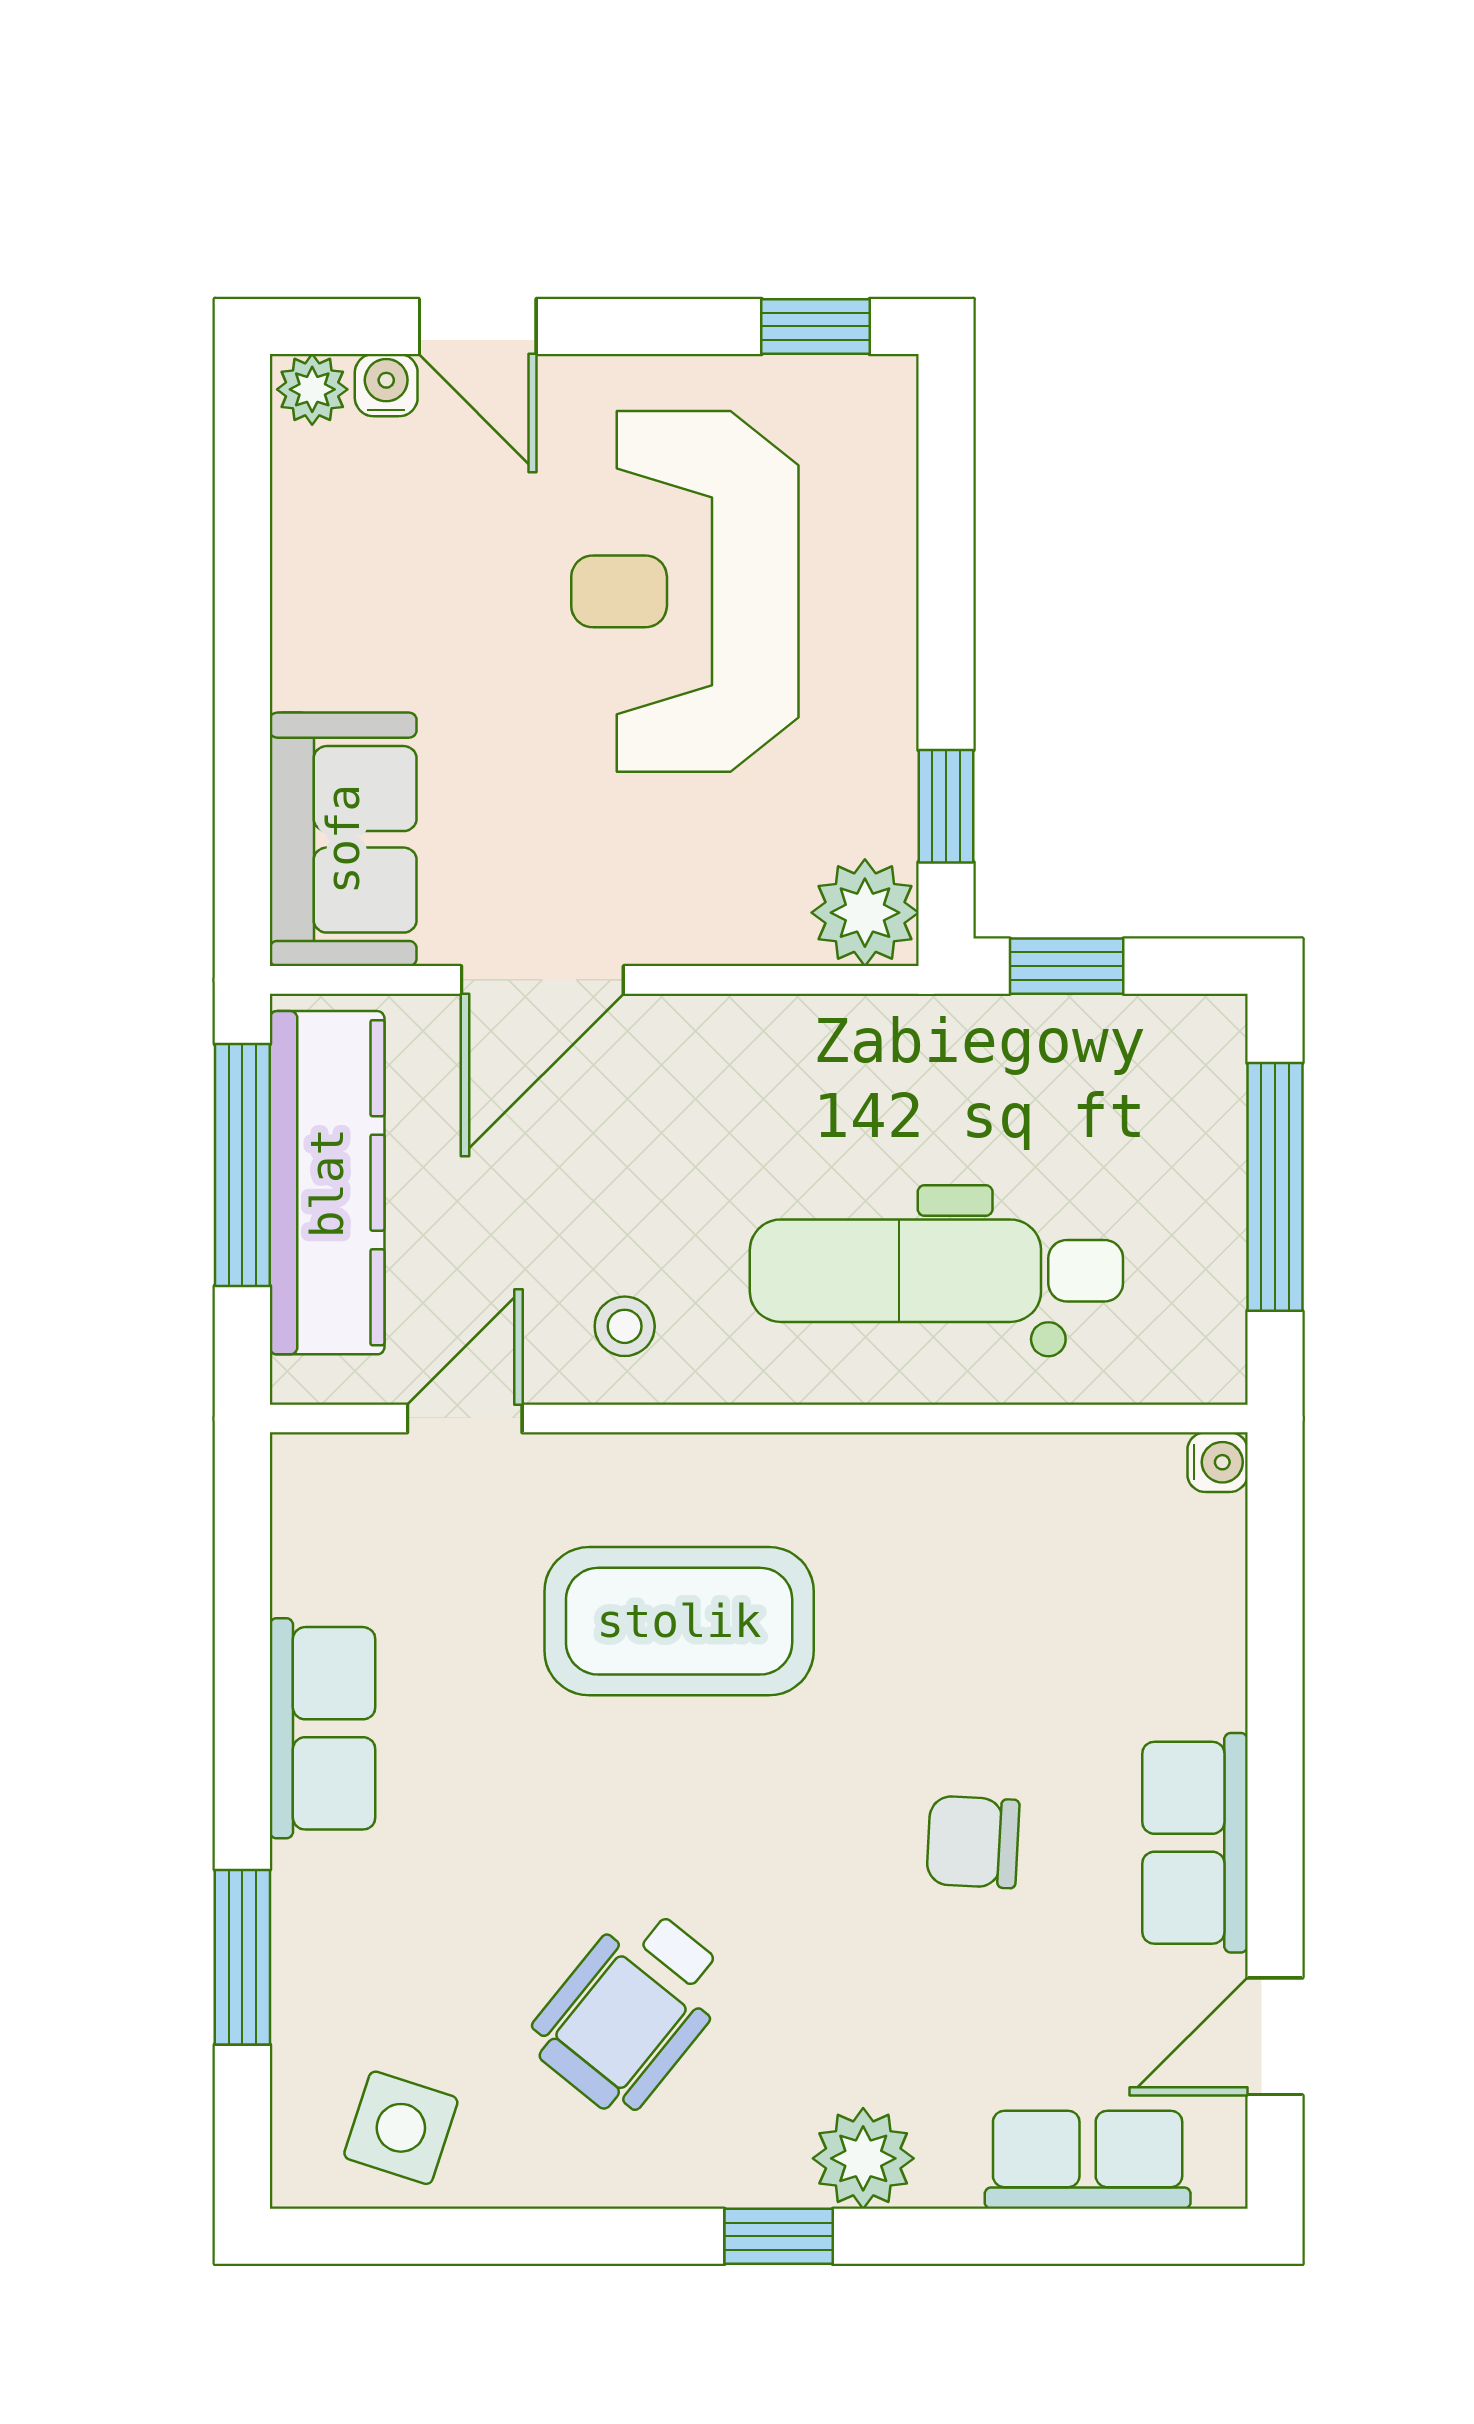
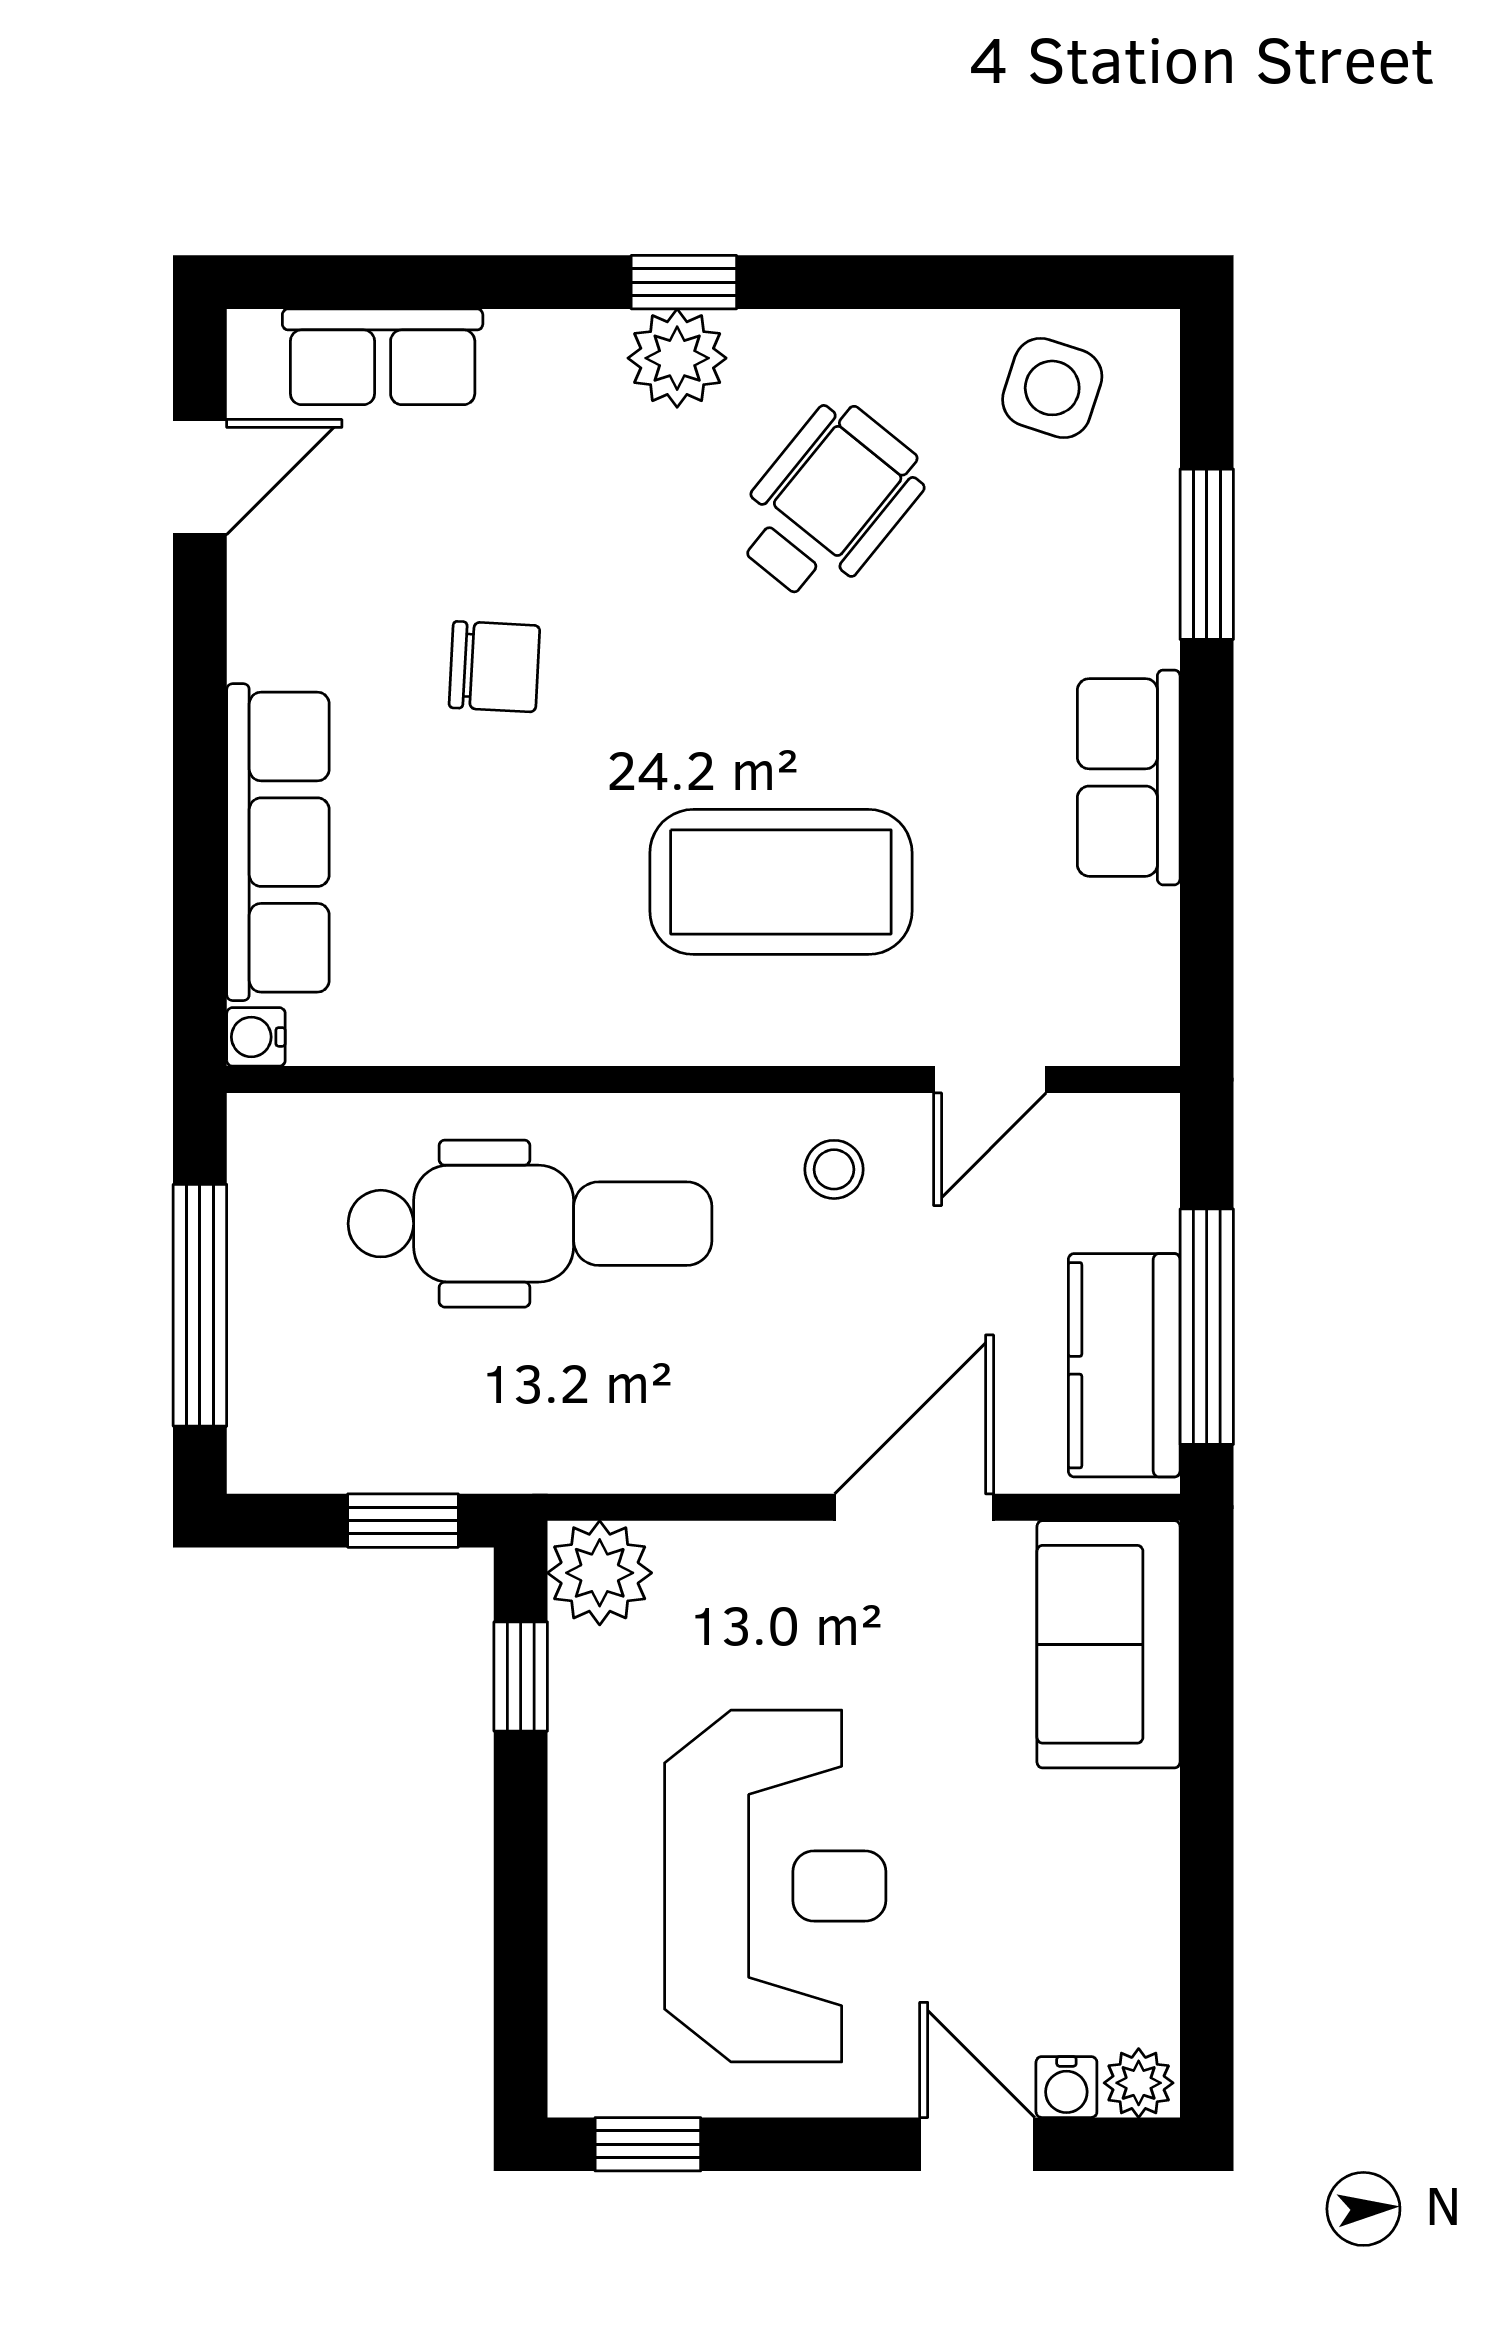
kitchen counter: (327, 1183) -> (1124, 1365), width x0.67
row of seats: (1195, 1843) -> (278, 842), moved, width x1.48
plant: (863, 2158) -> (677, 358), moved

